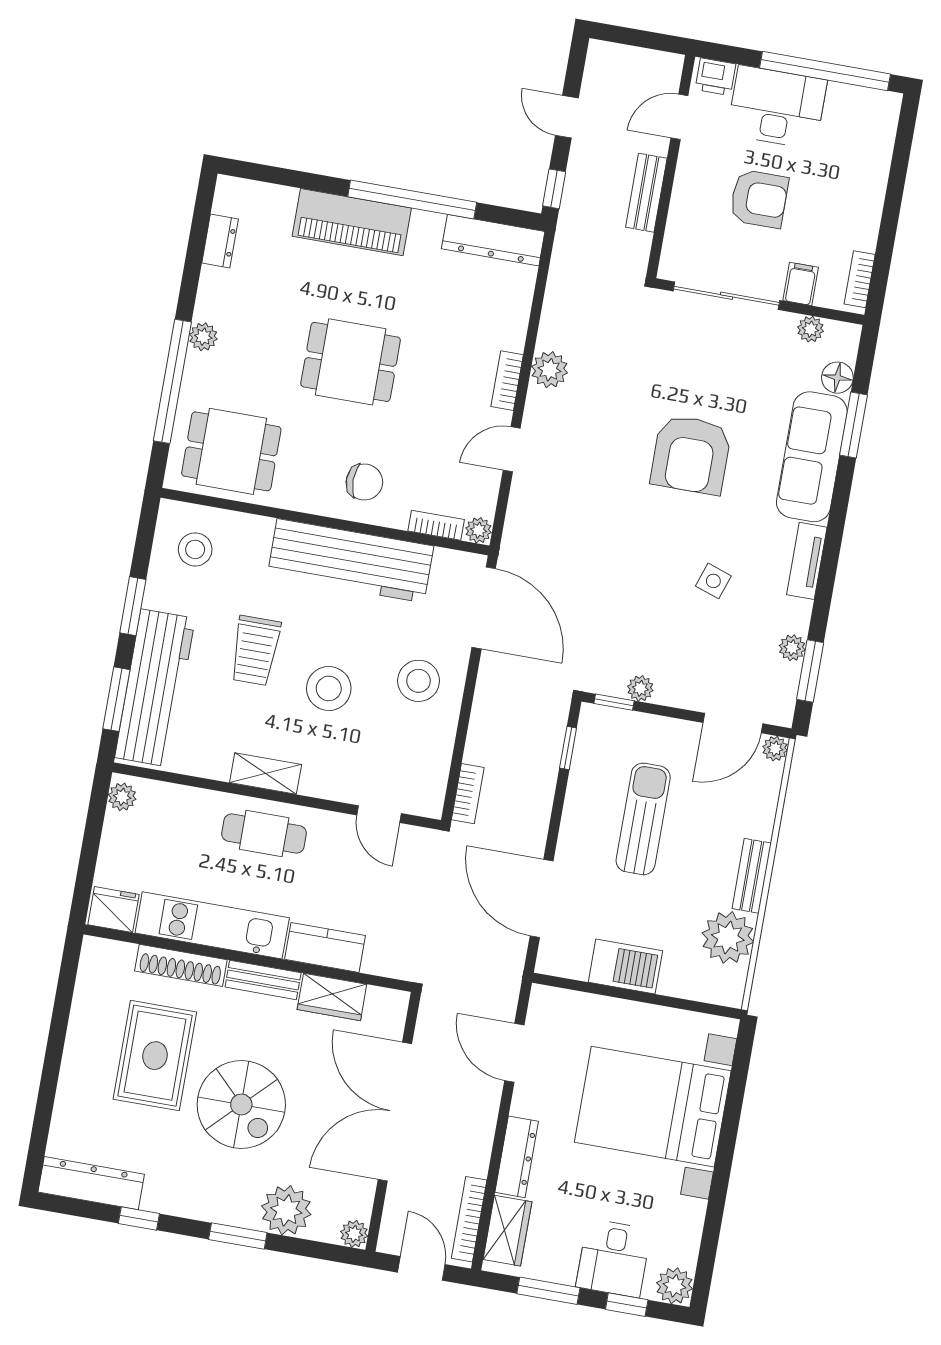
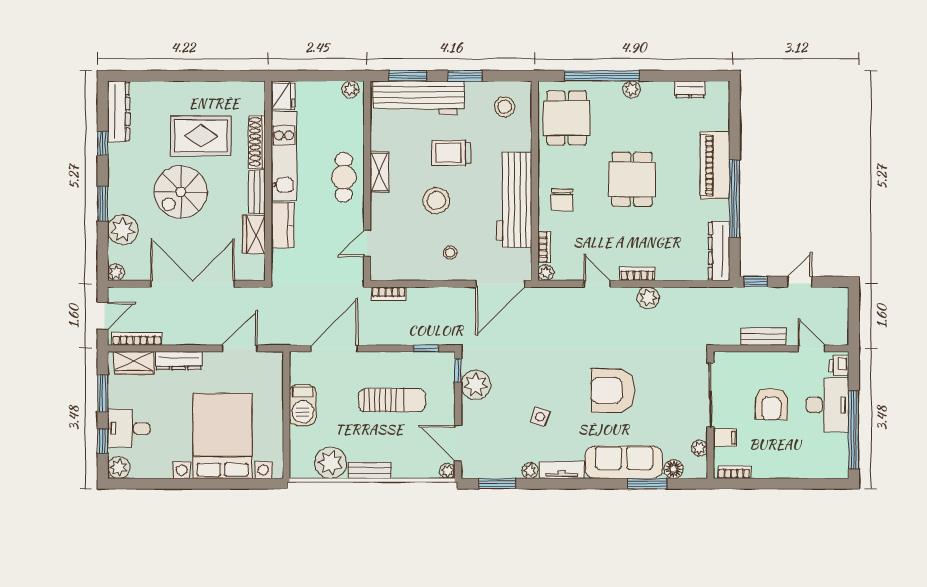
plant: (792, 648) -> (530, 471), moved
stool: (418, 681) -> (450, 253), width x0.53, depth x0.53
plant: (640, 688) -> (476, 385), width x1.88, depth x1.88

